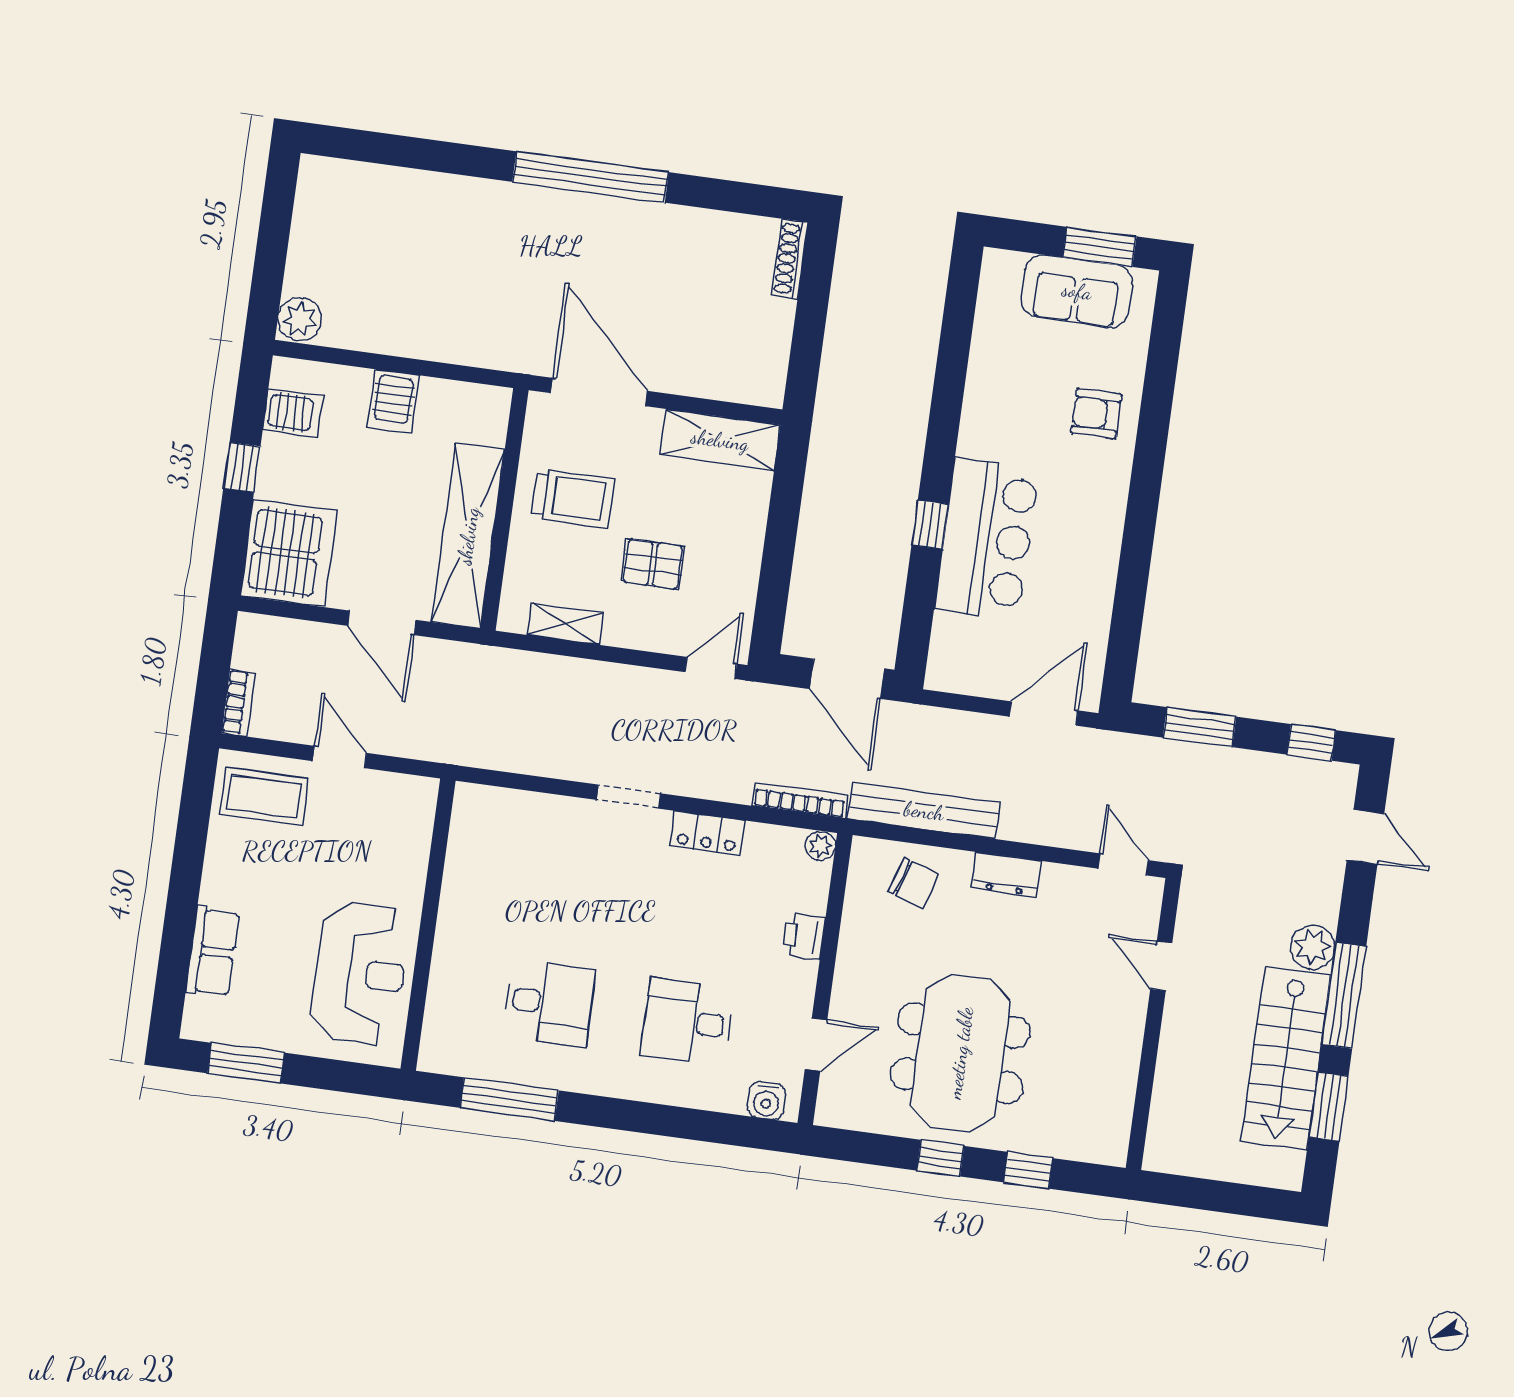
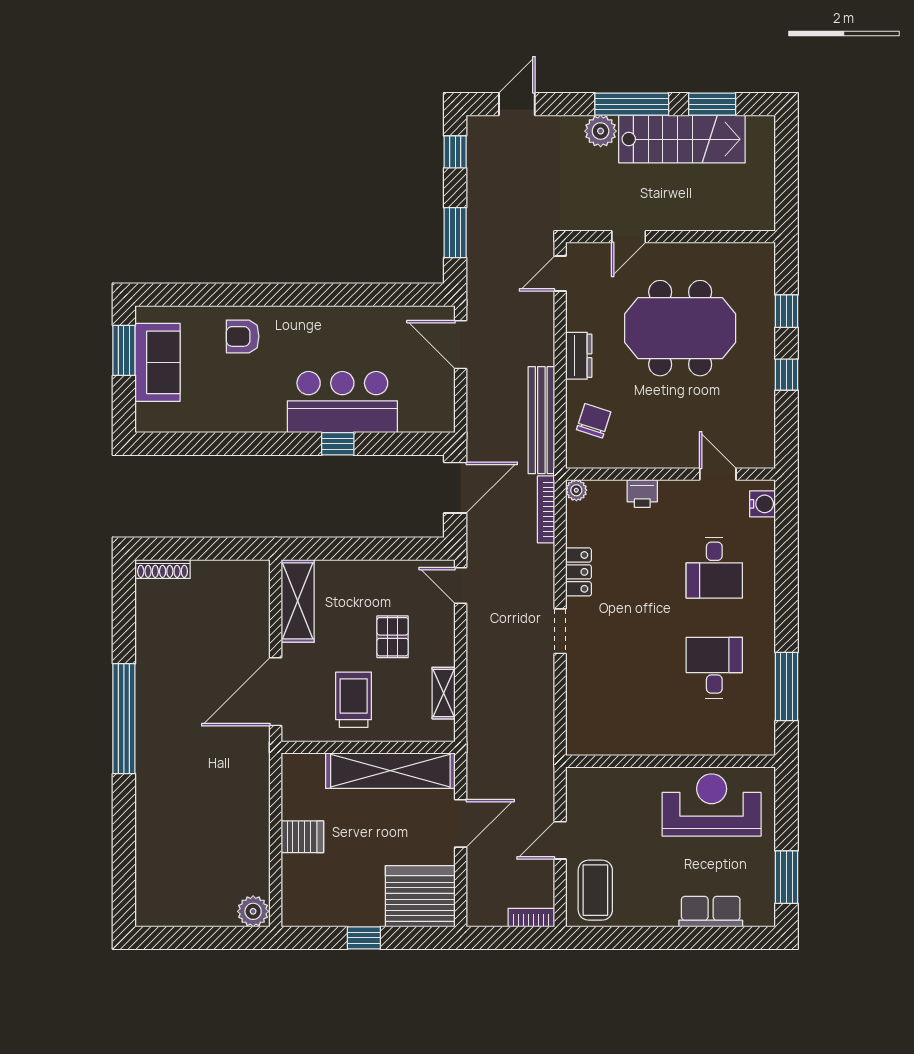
server rack: (293, 413) -> (320, 907), removed
armchair: (1096, 414) -> (243, 336), turned 90
meeting table: (960, 1053) -> (680, 328), moved

